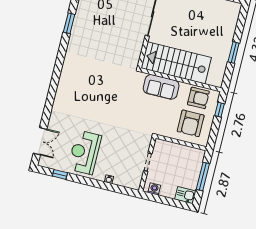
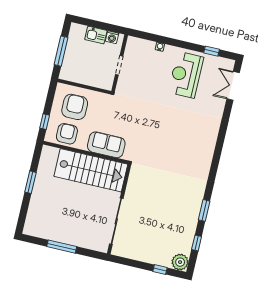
armchair: (198, 98) -> (67, 134), turned 90
reception desk: (85, 152) -> (186, 75), turned 180
kitchen sink: (185, 195) -> (96, 35), moved

